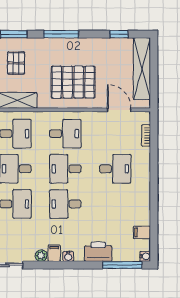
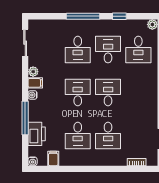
desk: (65, 134) -> (78, 135), moved
printer: (98, 252) -> (37, 134), moved
window: (122, 265) -> (25, 118), moved

